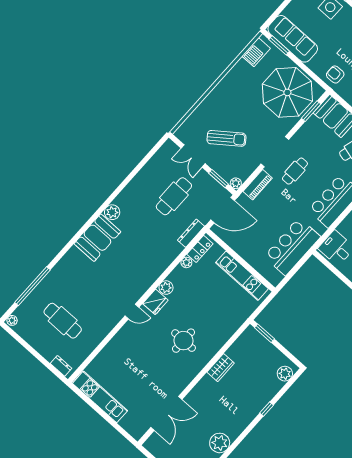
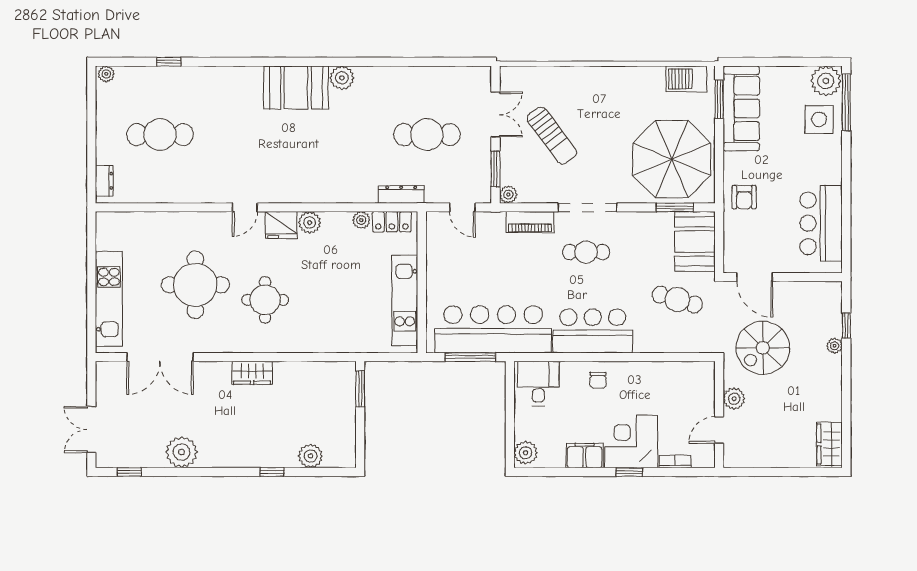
armchair: (335, 74) -> (744, 197), turned 180
double door: (193, 156) -> (496, 114), swing flipped
door: (223, 210) -> (462, 207), width x0.53
bar counter: (292, 247) -> (493, 329), width x1.36
window: (296, 269) -> (470, 357), added
window: (32, 286) -> (169, 62), width x0.32
door: (132, 311) -> (245, 207), hinge flipped
cafe table: (63, 321) -> (160, 135), turned 90
round table: (147, 367) -> (195, 285), added
wardrobe: (221, 368) -> (252, 373), moved
plant: (285, 374) -> (310, 456), moved
kitchen unit: (100, 397) -> (109, 299), moved

